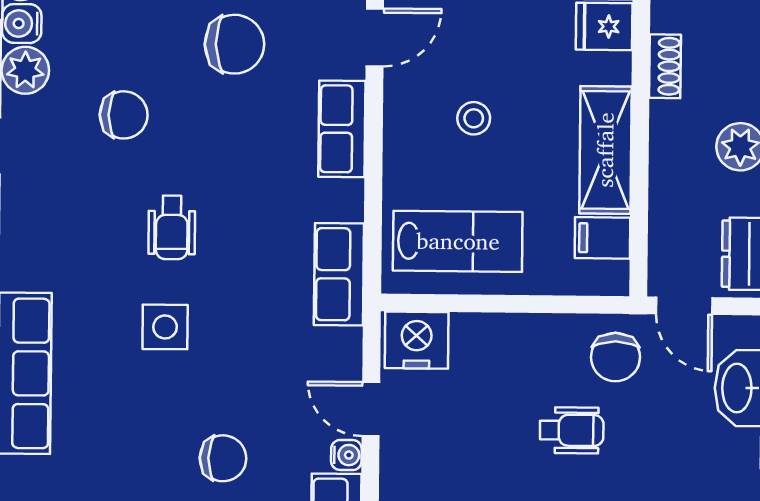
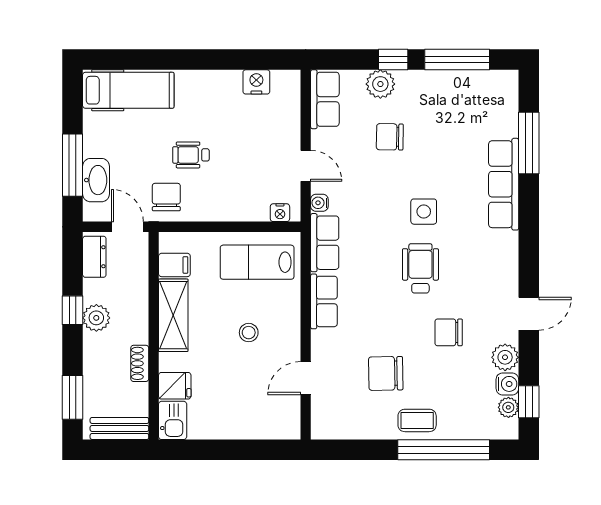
row of seats: (342, 129) -> (324, 301), moved
wheelchair: (172, 227) -> (420, 268), width x1.36, depth x1.37
nightstand: (417, 340) -> (280, 213), width x0.53, depth x0.56
water cooler: (346, 455) -> (319, 203), moved

